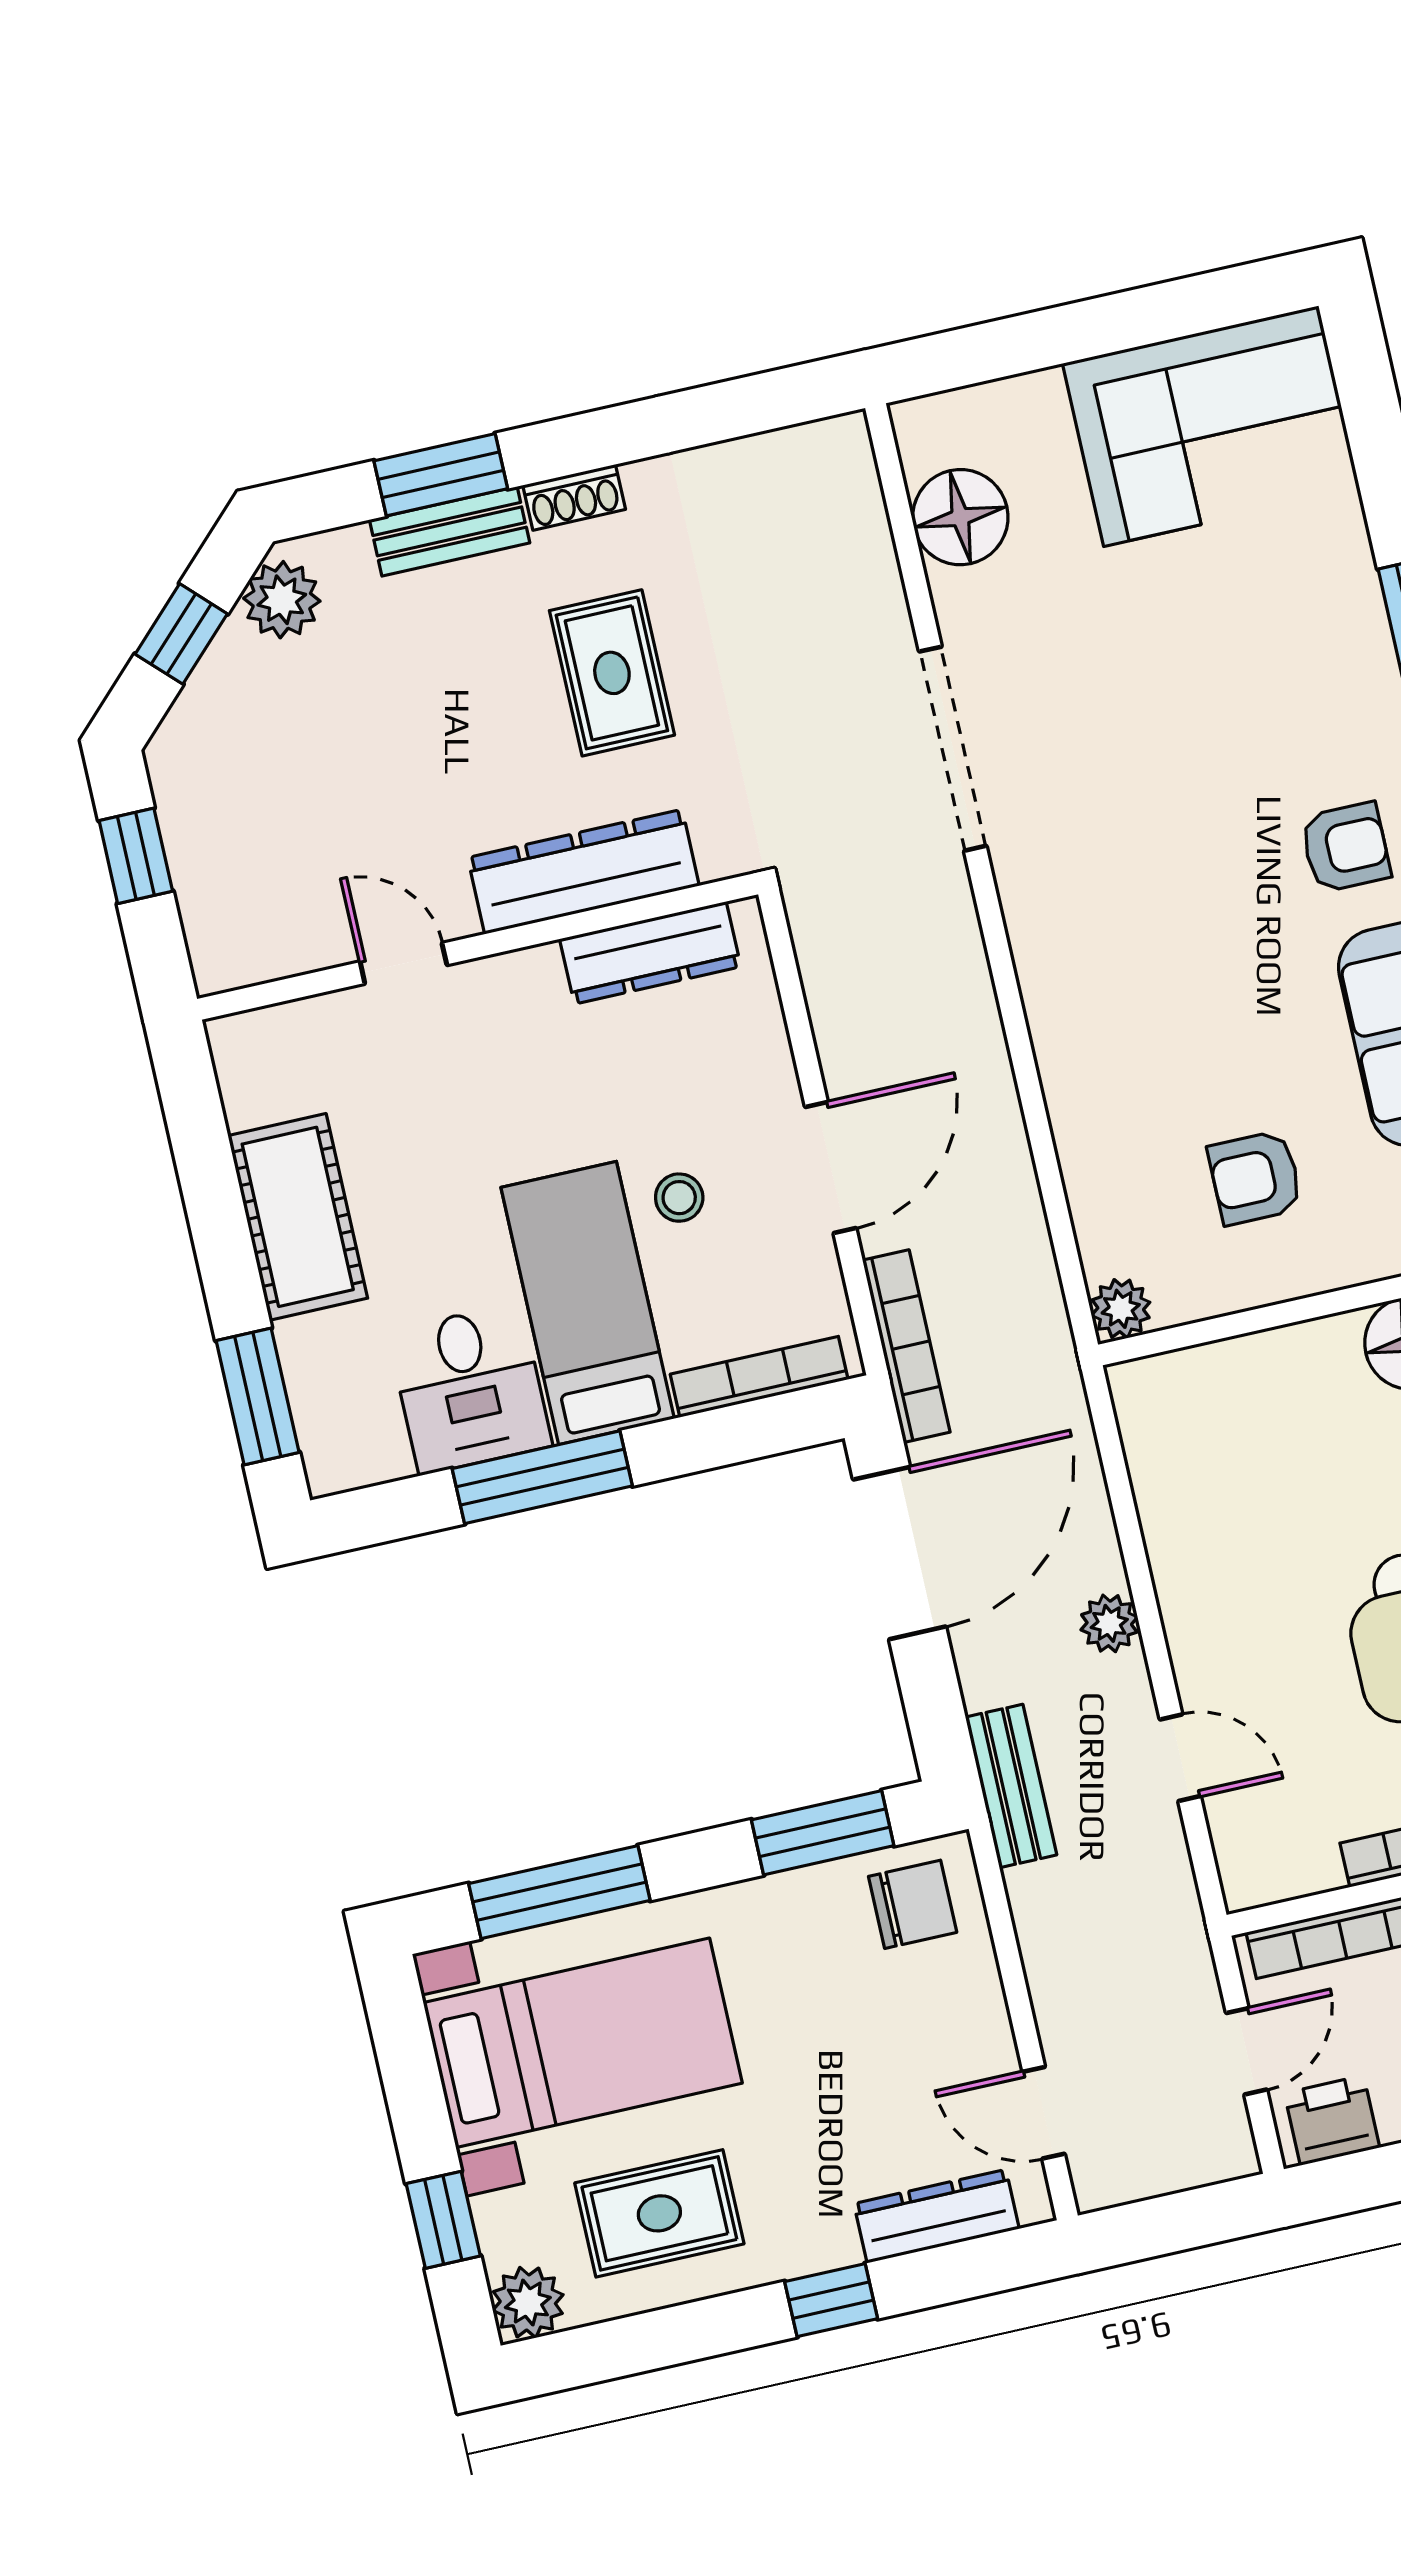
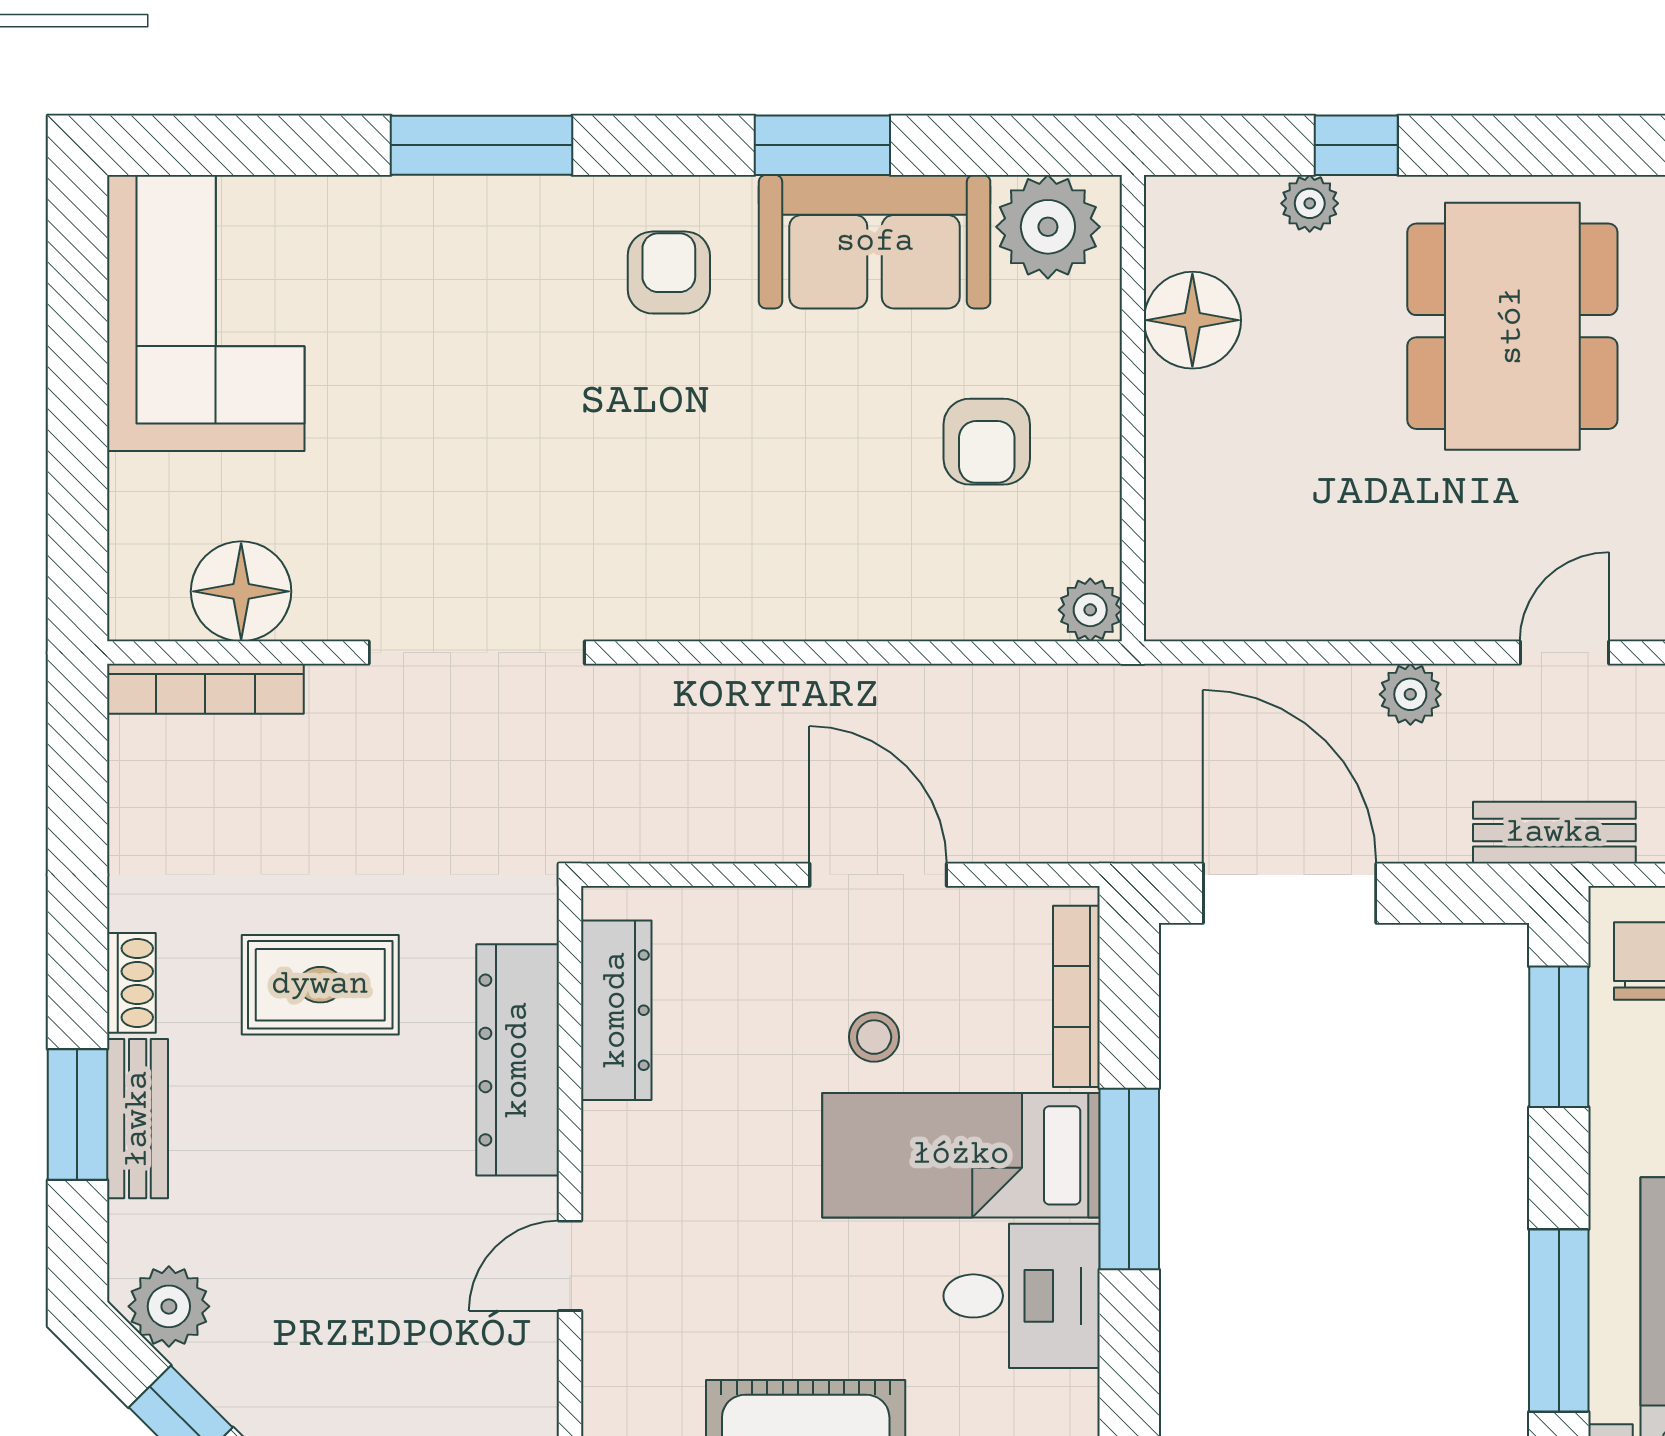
bookcase: (906, 1346) -> (205, 689), moved, turned 180
window: (542, 1477) -> (1129, 1179), moved

